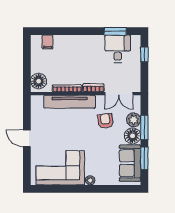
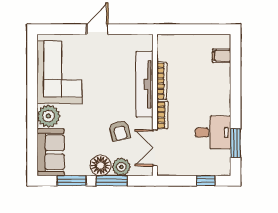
desk: (118, 49) -> (213, 132), moved
floor lamp: (39, 81) -> (171, 44), removed
armchair: (105, 121) -> (120, 131), turned 85
sofa: (130, 163) -> (51, 152), moved, turned 90
plant: (90, 180) -> (48, 116), width x1.87, depth x1.87

